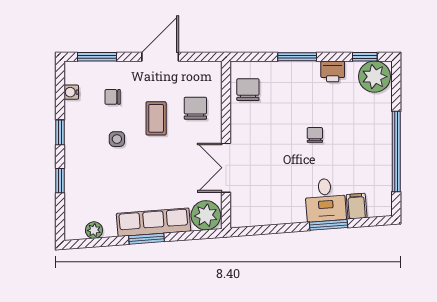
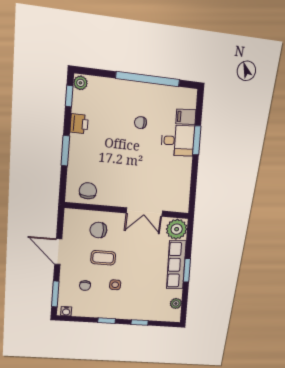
plant: (374, 77) -> (80, 83), width x0.53, depth x0.53
chair: (248, 90) -> (88, 191), turned 90
water cooler: (71, 92) -> (66, 311), moved
chair: (315, 135) -> (141, 123), moved

